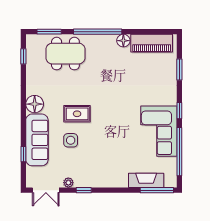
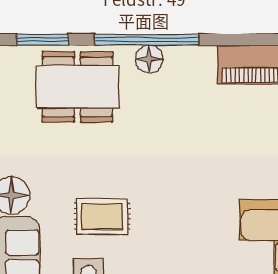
floor lamp: (123, 41) -> (149, 59), moved

